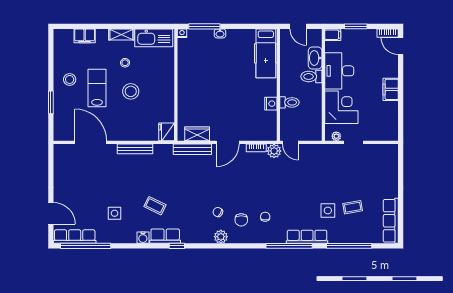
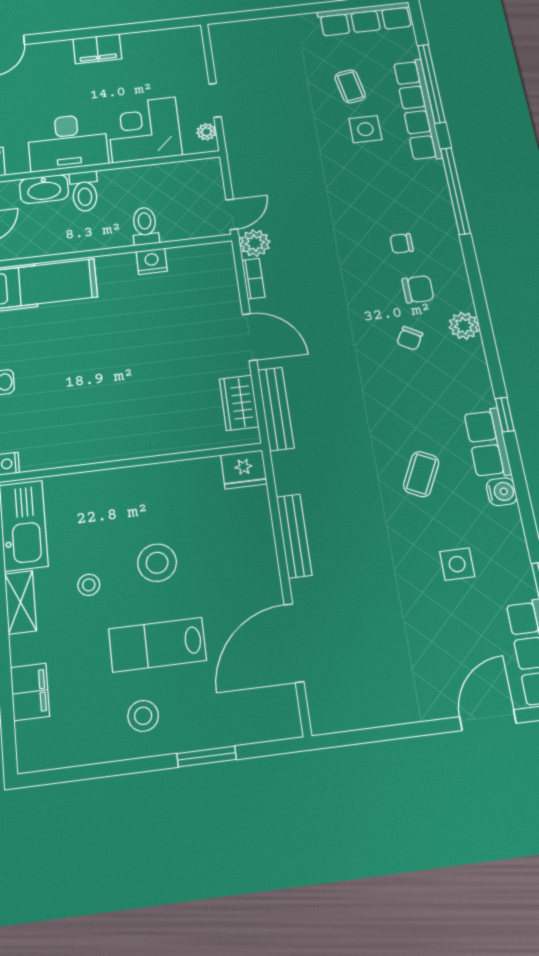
row of seats: (307, 237) -> (418, 109), moved, width x1.36

